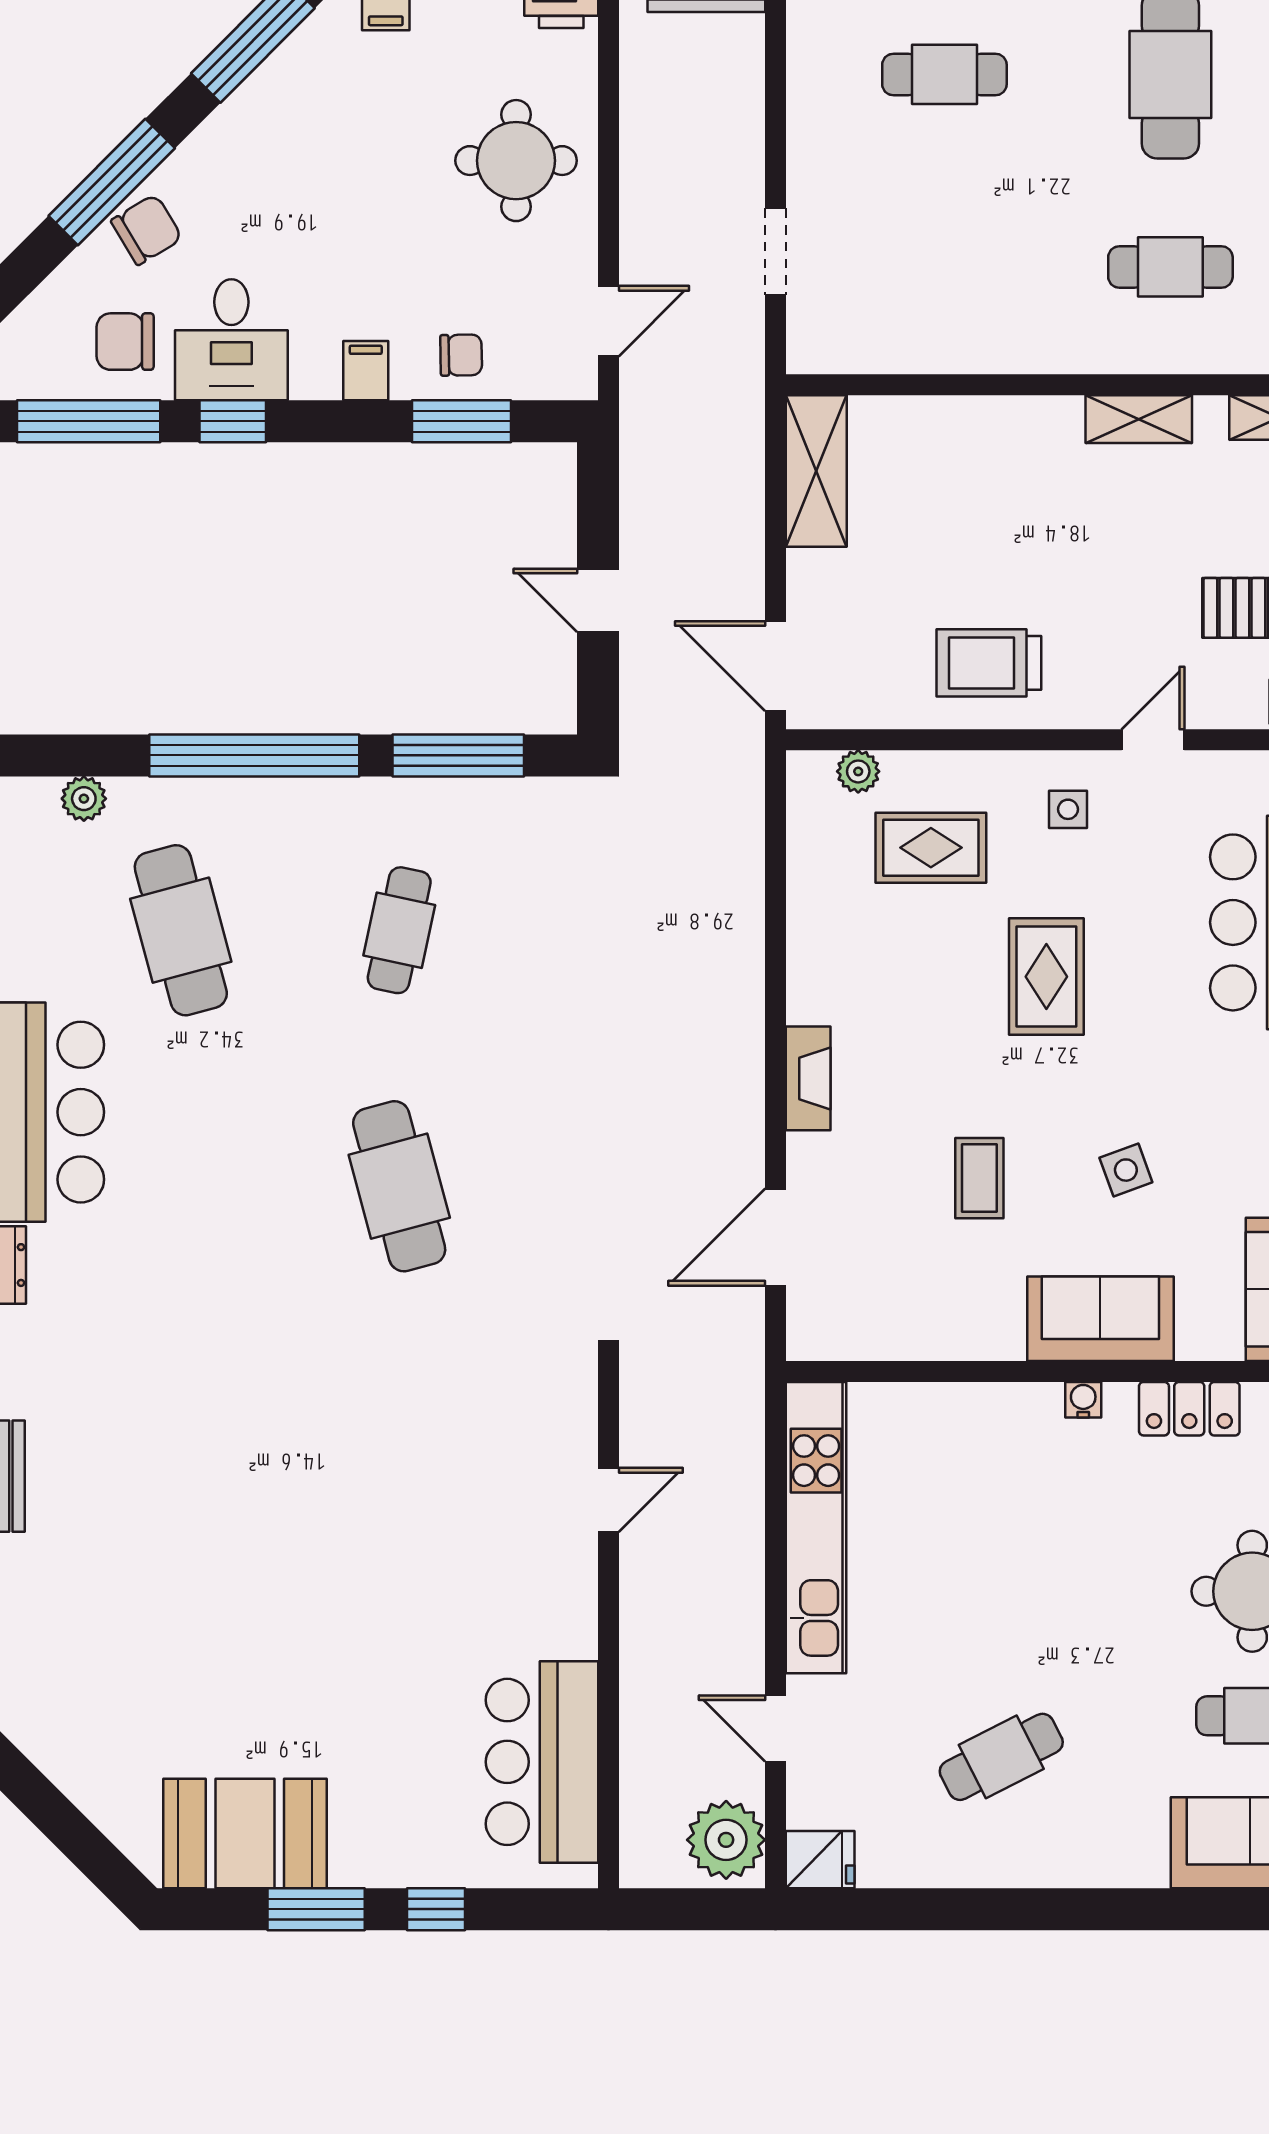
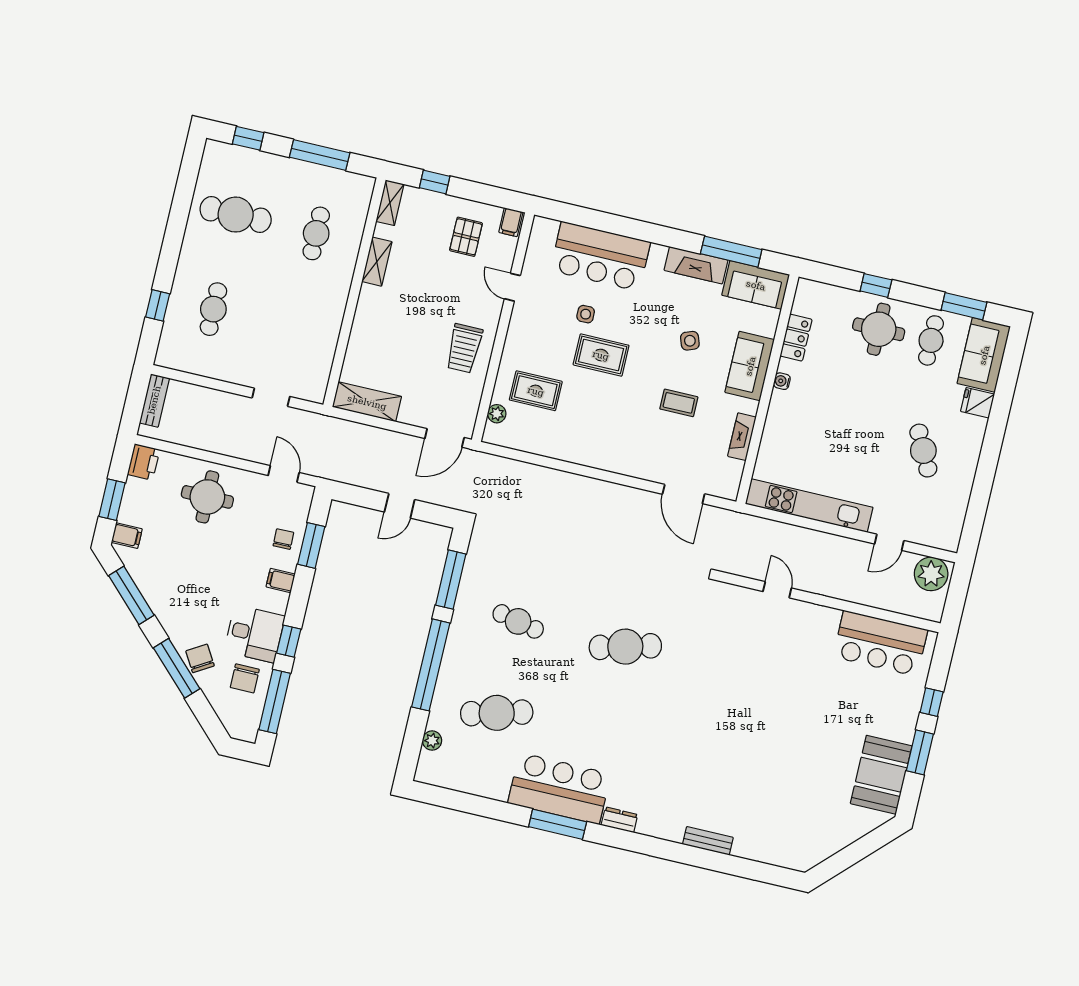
side table: (1068, 809) -> (586, 314), moved
rug: (931, 848) -> (536, 391), turned 90
fireplace: (808, 1078) -> (742, 437), moved, turned -90
fridge: (820, 1860) -> (978, 403), moved, turned -90

